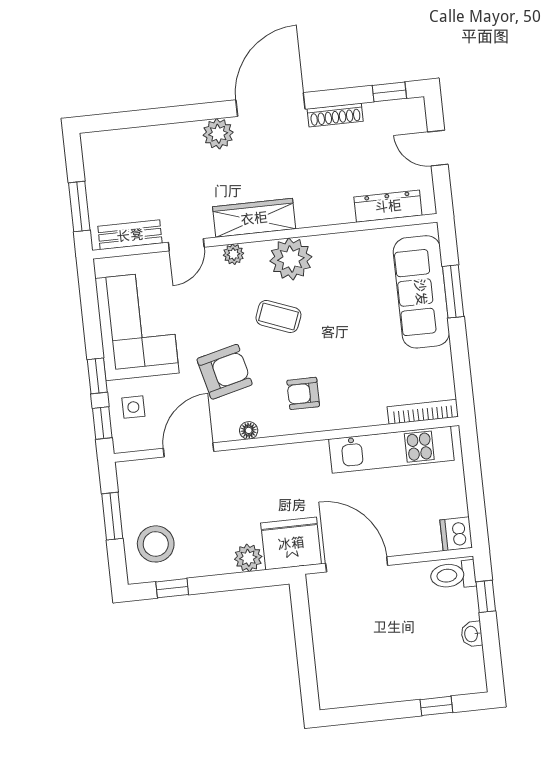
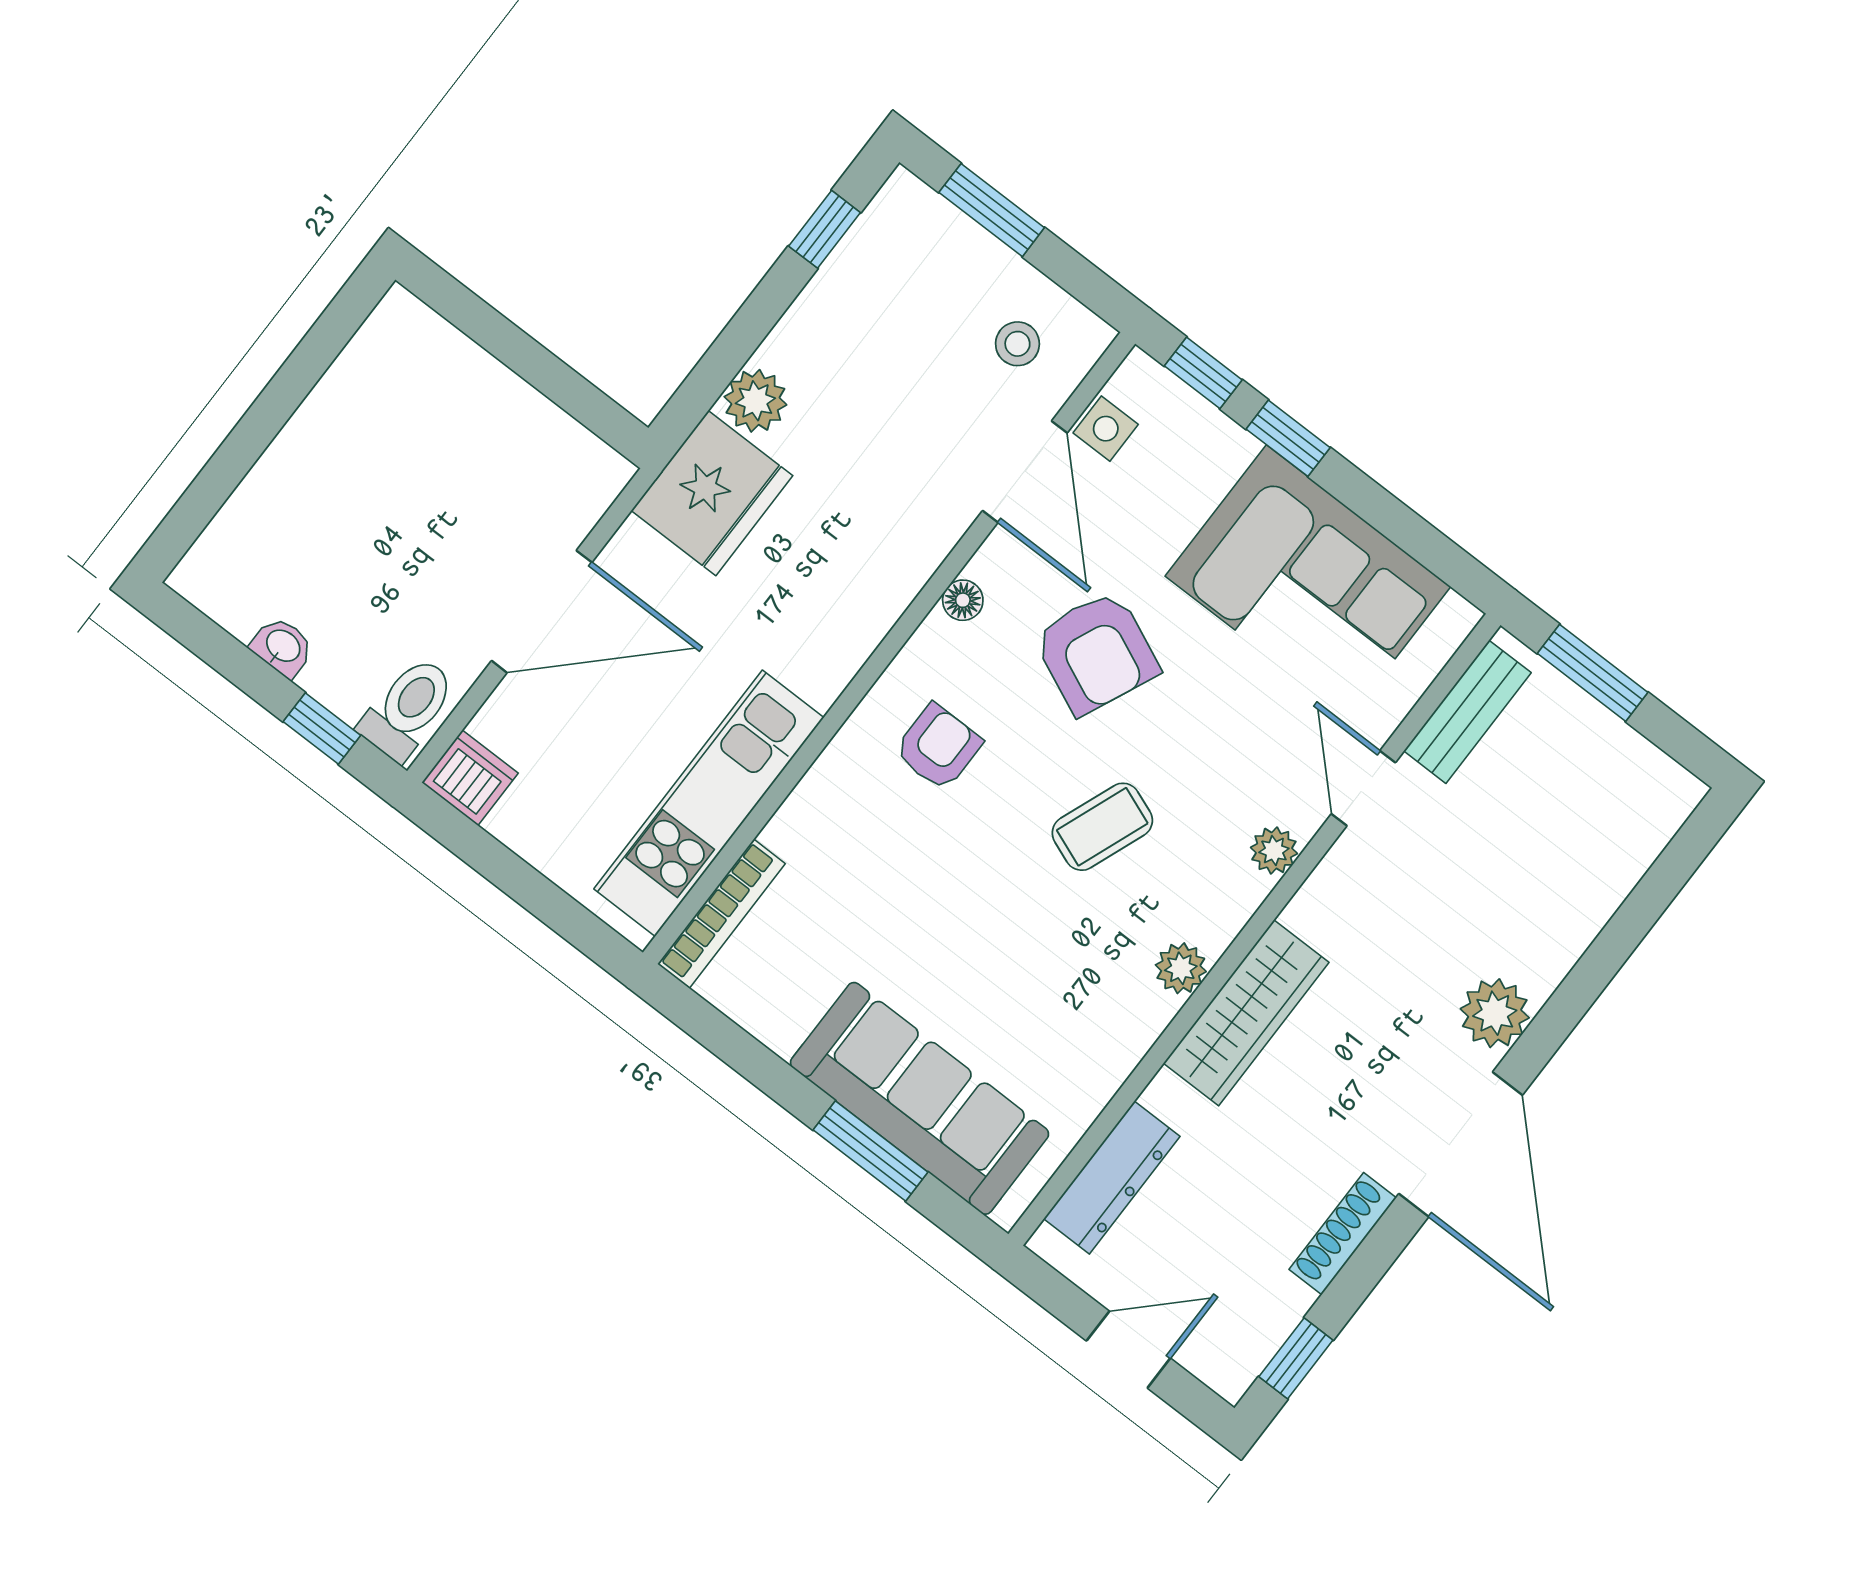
wardrobe: (254, 218) -> (1246, 1013), moved
plant: (291, 259) -> (1181, 968), width x0.53, depth x0.53
armchair: (225, 372) -> (1096, 653), turned -52
side table: (133, 407) -> (1106, 429), moved
window: (112, 516) -> (992, 210), moved
stool: (156, 544) -> (1017, 344), moved, width x0.53, depth x0.53
door: (357, 564) -> (542, 612), moved
window: (436, 706) -> (220, 477), removed

